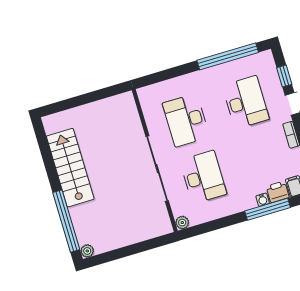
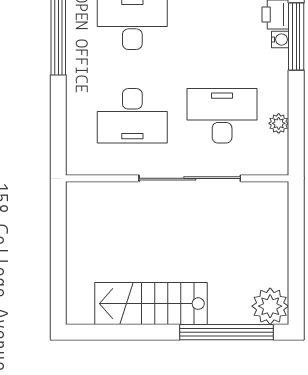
plant: (182, 223) -> (279, 123), moved
plant: (87, 251) -> (270, 306), width x1.88, depth x1.88

